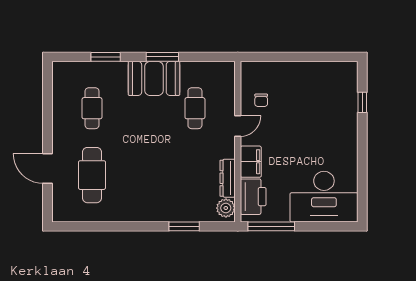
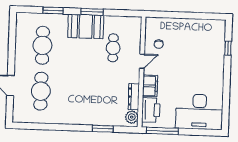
cafe table: (92, 108) -> (42, 45), width x1.37, depth x1.35

